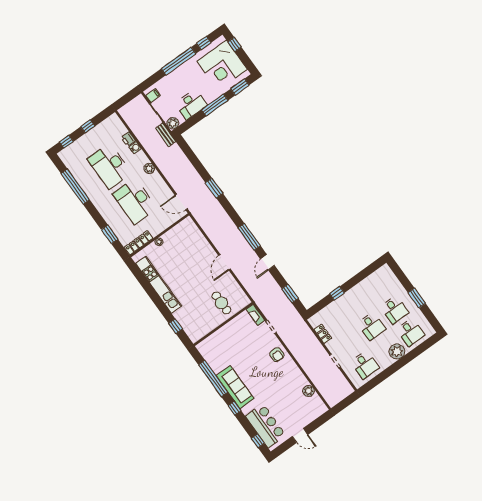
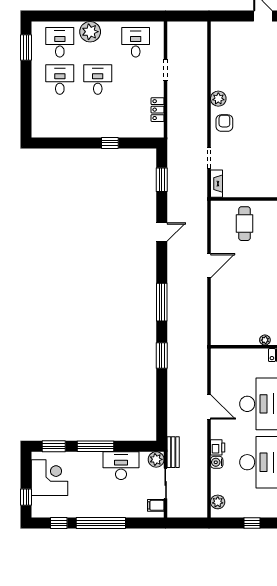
corner desk: (222, 65) -> (50, 478), width x0.74, depth x0.74
printer: (128, 139) -> (218, 447), moved
plant: (149, 168) -> (218, 502), moved
door: (181, 202) -> (209, 407), moved
window: (249, 237) -> (162, 302), moved
window: (417, 298) -> (26, 48), moved
plant: (308, 391) -> (218, 99), moved

